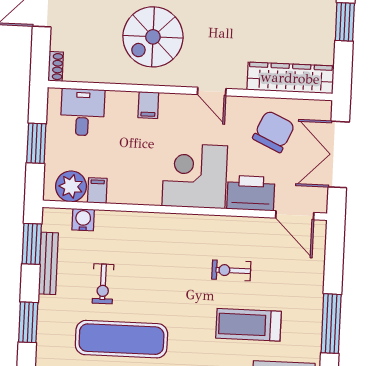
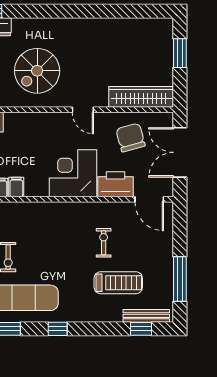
filing cabinet: (148, 105) -> (16, 187), moved, turned 180
chair: (274, 132) -> (131, 137), turned -40
exercise bike: (231, 270) -> (104, 243), turned 90
treadmill: (249, 325) -> (118, 283), turned 180

